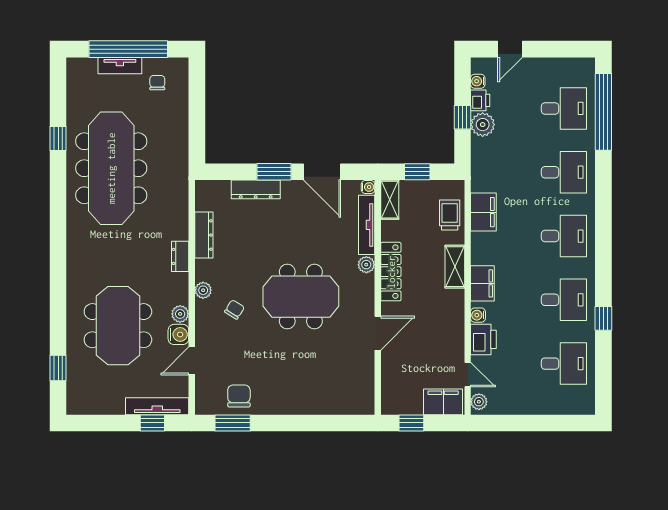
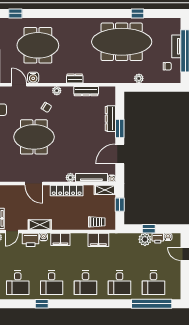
shelving: (455, 267) -> (40, 225), moved
meeting table: (301, 297) -> (34, 137), moved, turned 90
plant: (180, 314) -> (139, 78), moved

